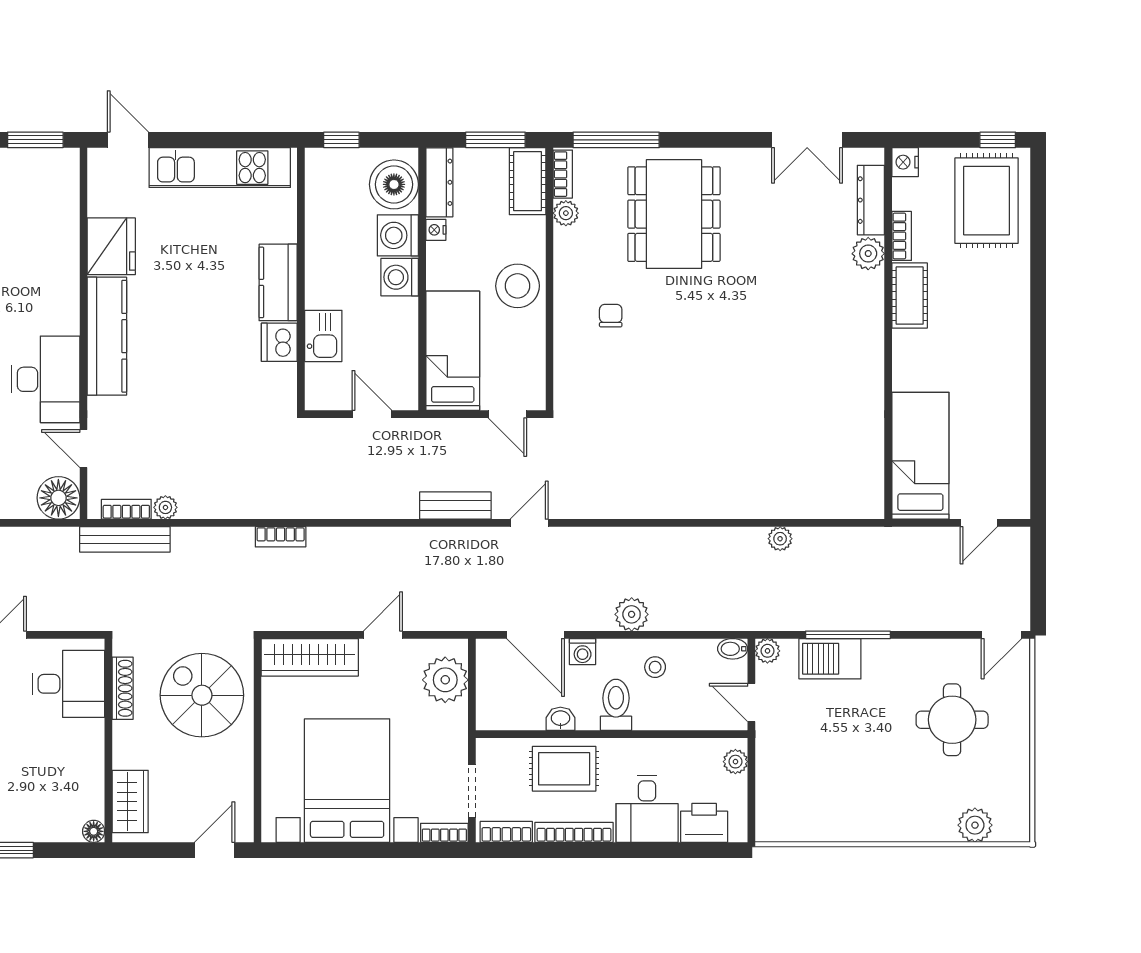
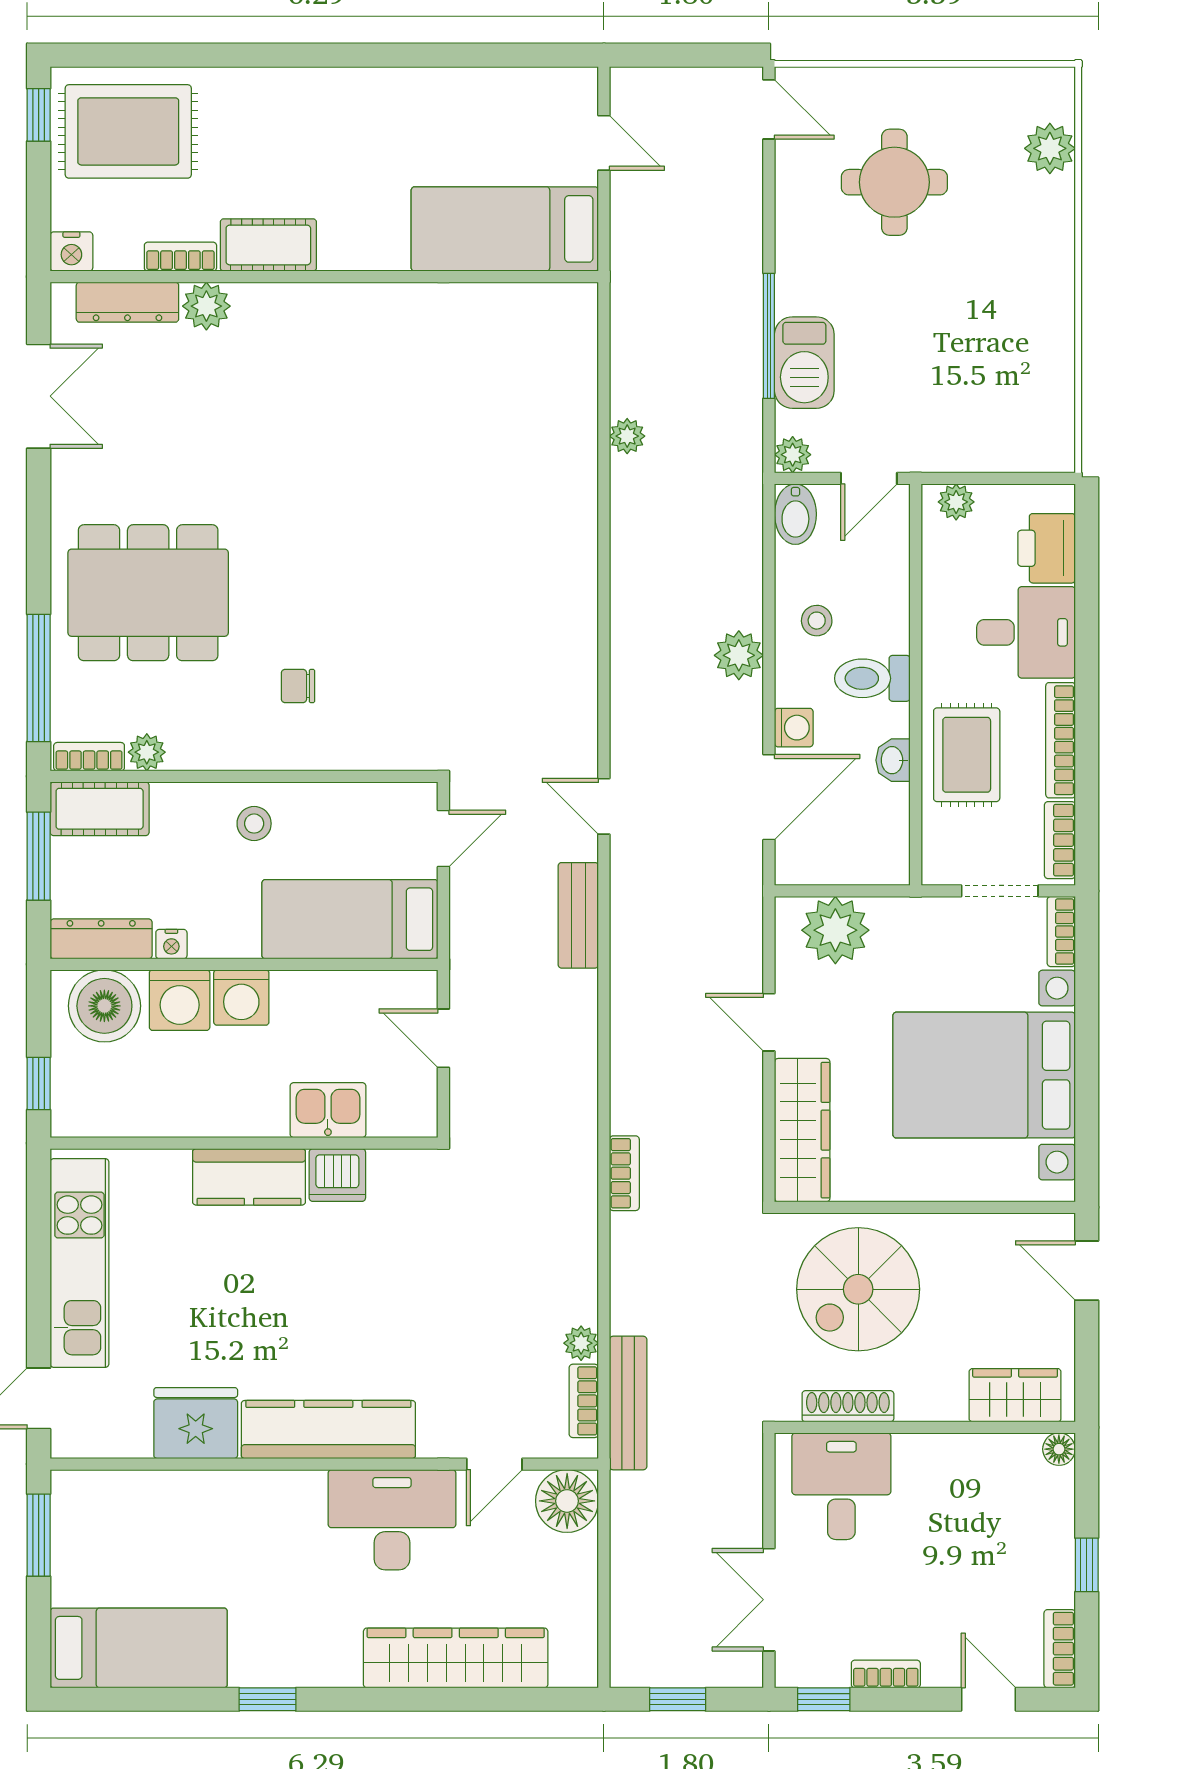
stool: (518, 286) -> (254, 824), width x0.53, depth x0.53
door: (372, 414) -> (443, 1038), hinge flipped
bidet: (733, 649) -> (795, 514), width x1.38, depth x1.36

